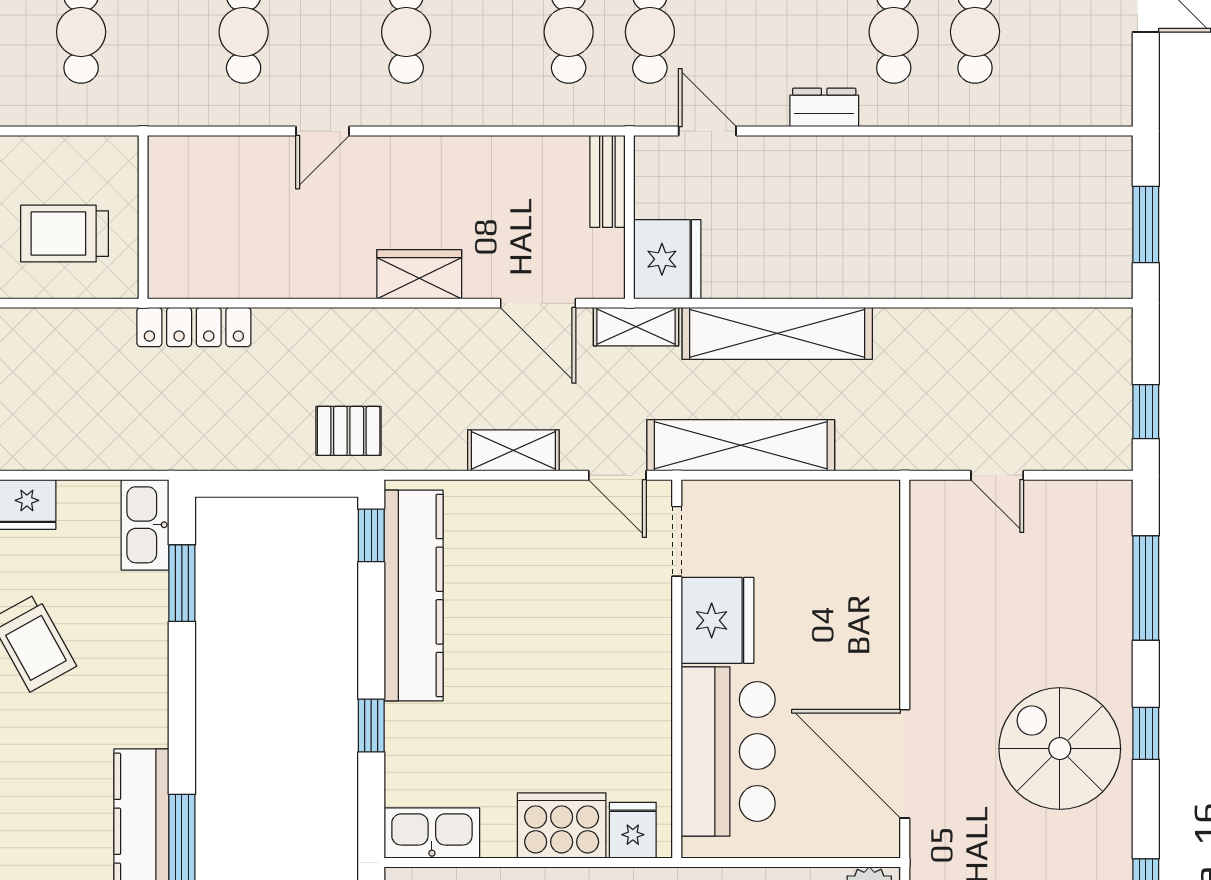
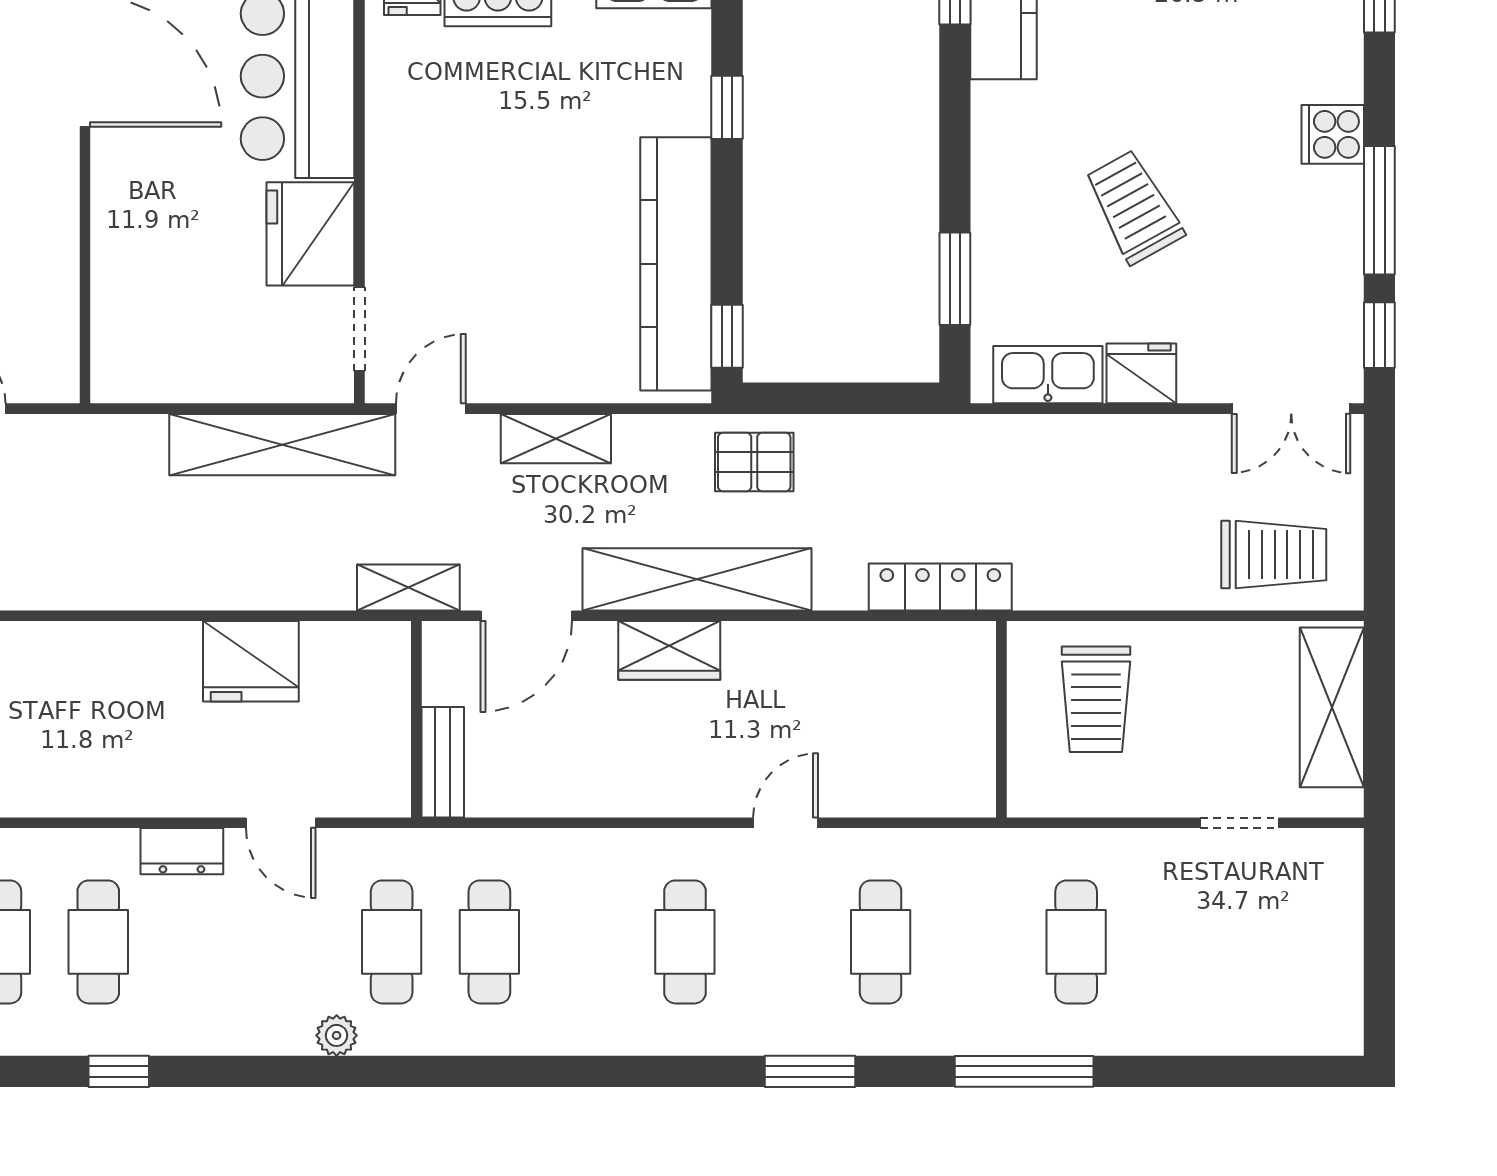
door: (707, 131) -> (281, 823), moved
trolley: (65, 234) -> (1096, 699), turned 90
fridge: (667, 259) -> (251, 661), moved, turned -90
door: (538, 303) -> (526, 616), swing flipped
shelving: (777, 333) -> (697, 579), moved
door: (617, 475) -> (431, 409), hinge flipped
kitchen sink: (145, 525) -> (1048, 375), moved, turned -90

